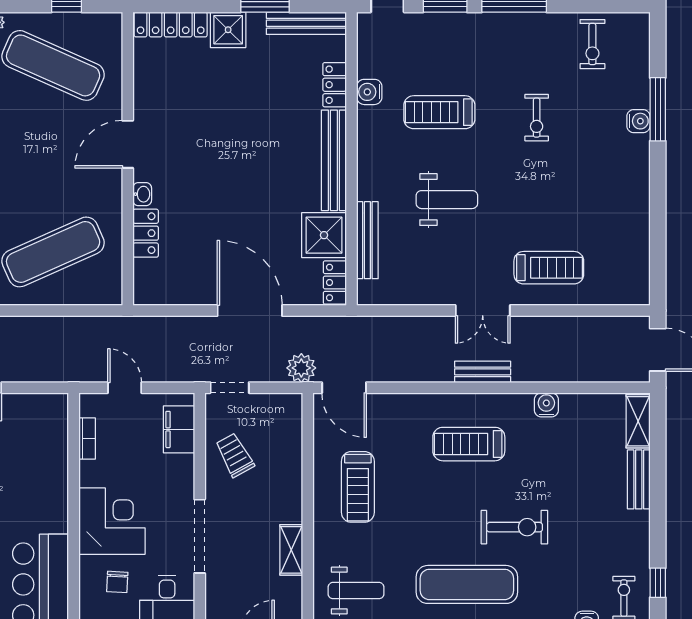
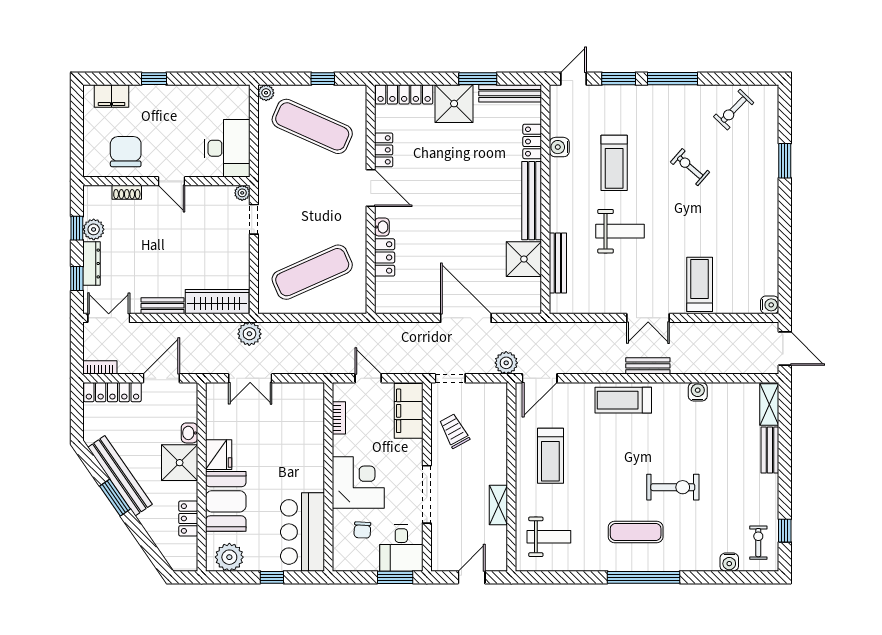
shower: (228, 30) -> (454, 104), width x1.36, depth x1.36
exercise bike: (592, 44) -> (734, 110), turned 44
window: (658, 109) -> (785, 161), width x0.69
treadmill: (439, 112) -> (614, 163), turned -90
exercise bike: (537, 118) -> (690, 167), turned 131
water cooler: (638, 121) -> (770, 305), moved
door: (128, 144) -> (371, 188), swing flipped
treadmill: (549, 268) -> (700, 284), turned -90
locker: (335, 282) -> (384, 150), moved, turned 180
door: (344, 388) -> (540, 378), hinge flipped
filing cabinet: (179, 429) -> (409, 411), width x1.50, depth x1.17
treadmill: (469, 444) -> (623, 400), moved
exercise mat: (467, 584) -> (636, 532), width x0.73, depth x0.69

